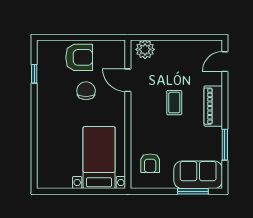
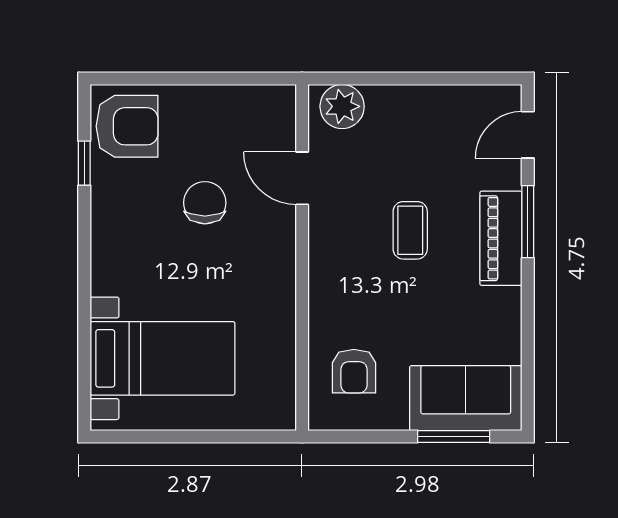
armchair: (79, 57) -> (127, 126), moved
window: (225, 145) -> (528, 222), moved
bed with nightstands: (99, 158) -> (162, 358), moved, turned 90

